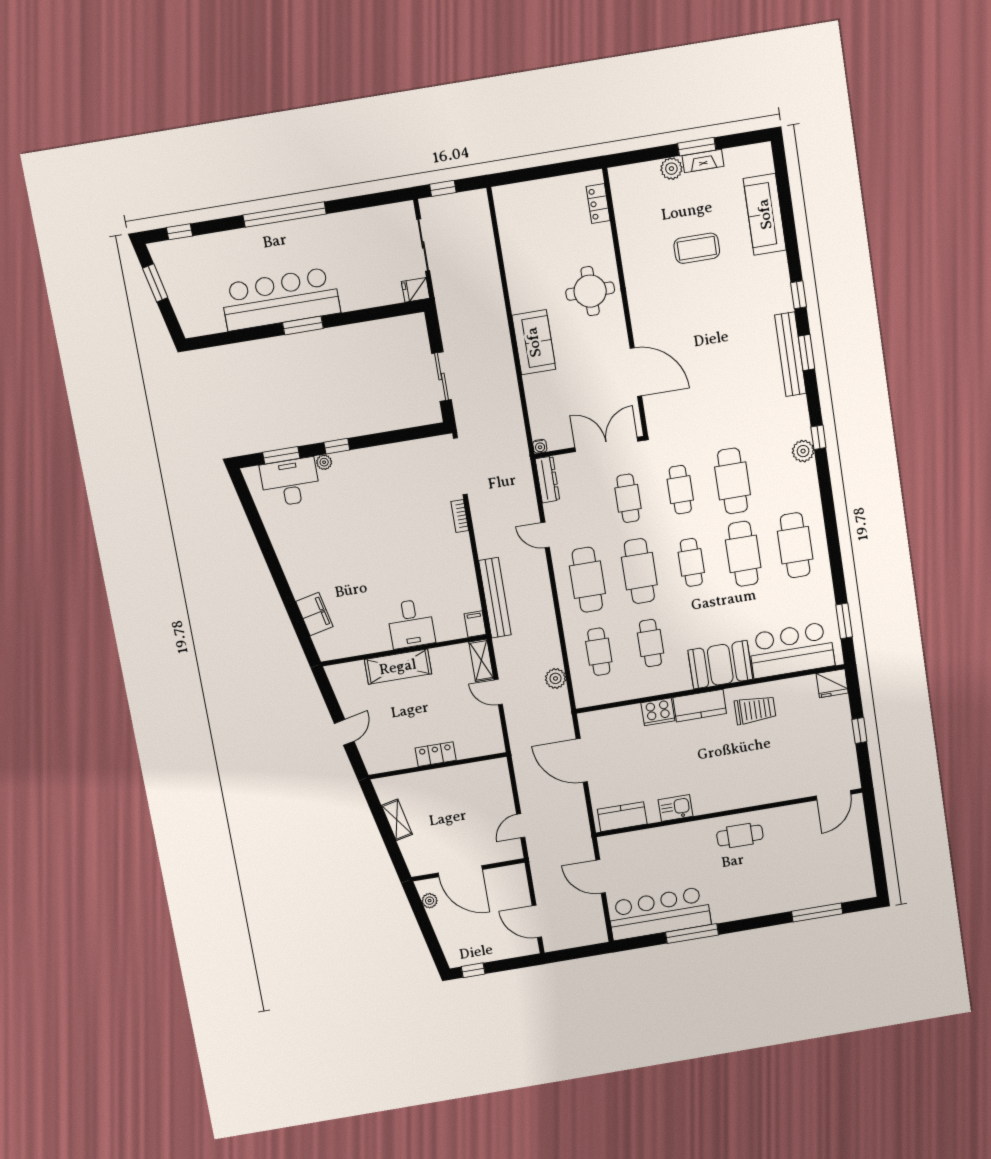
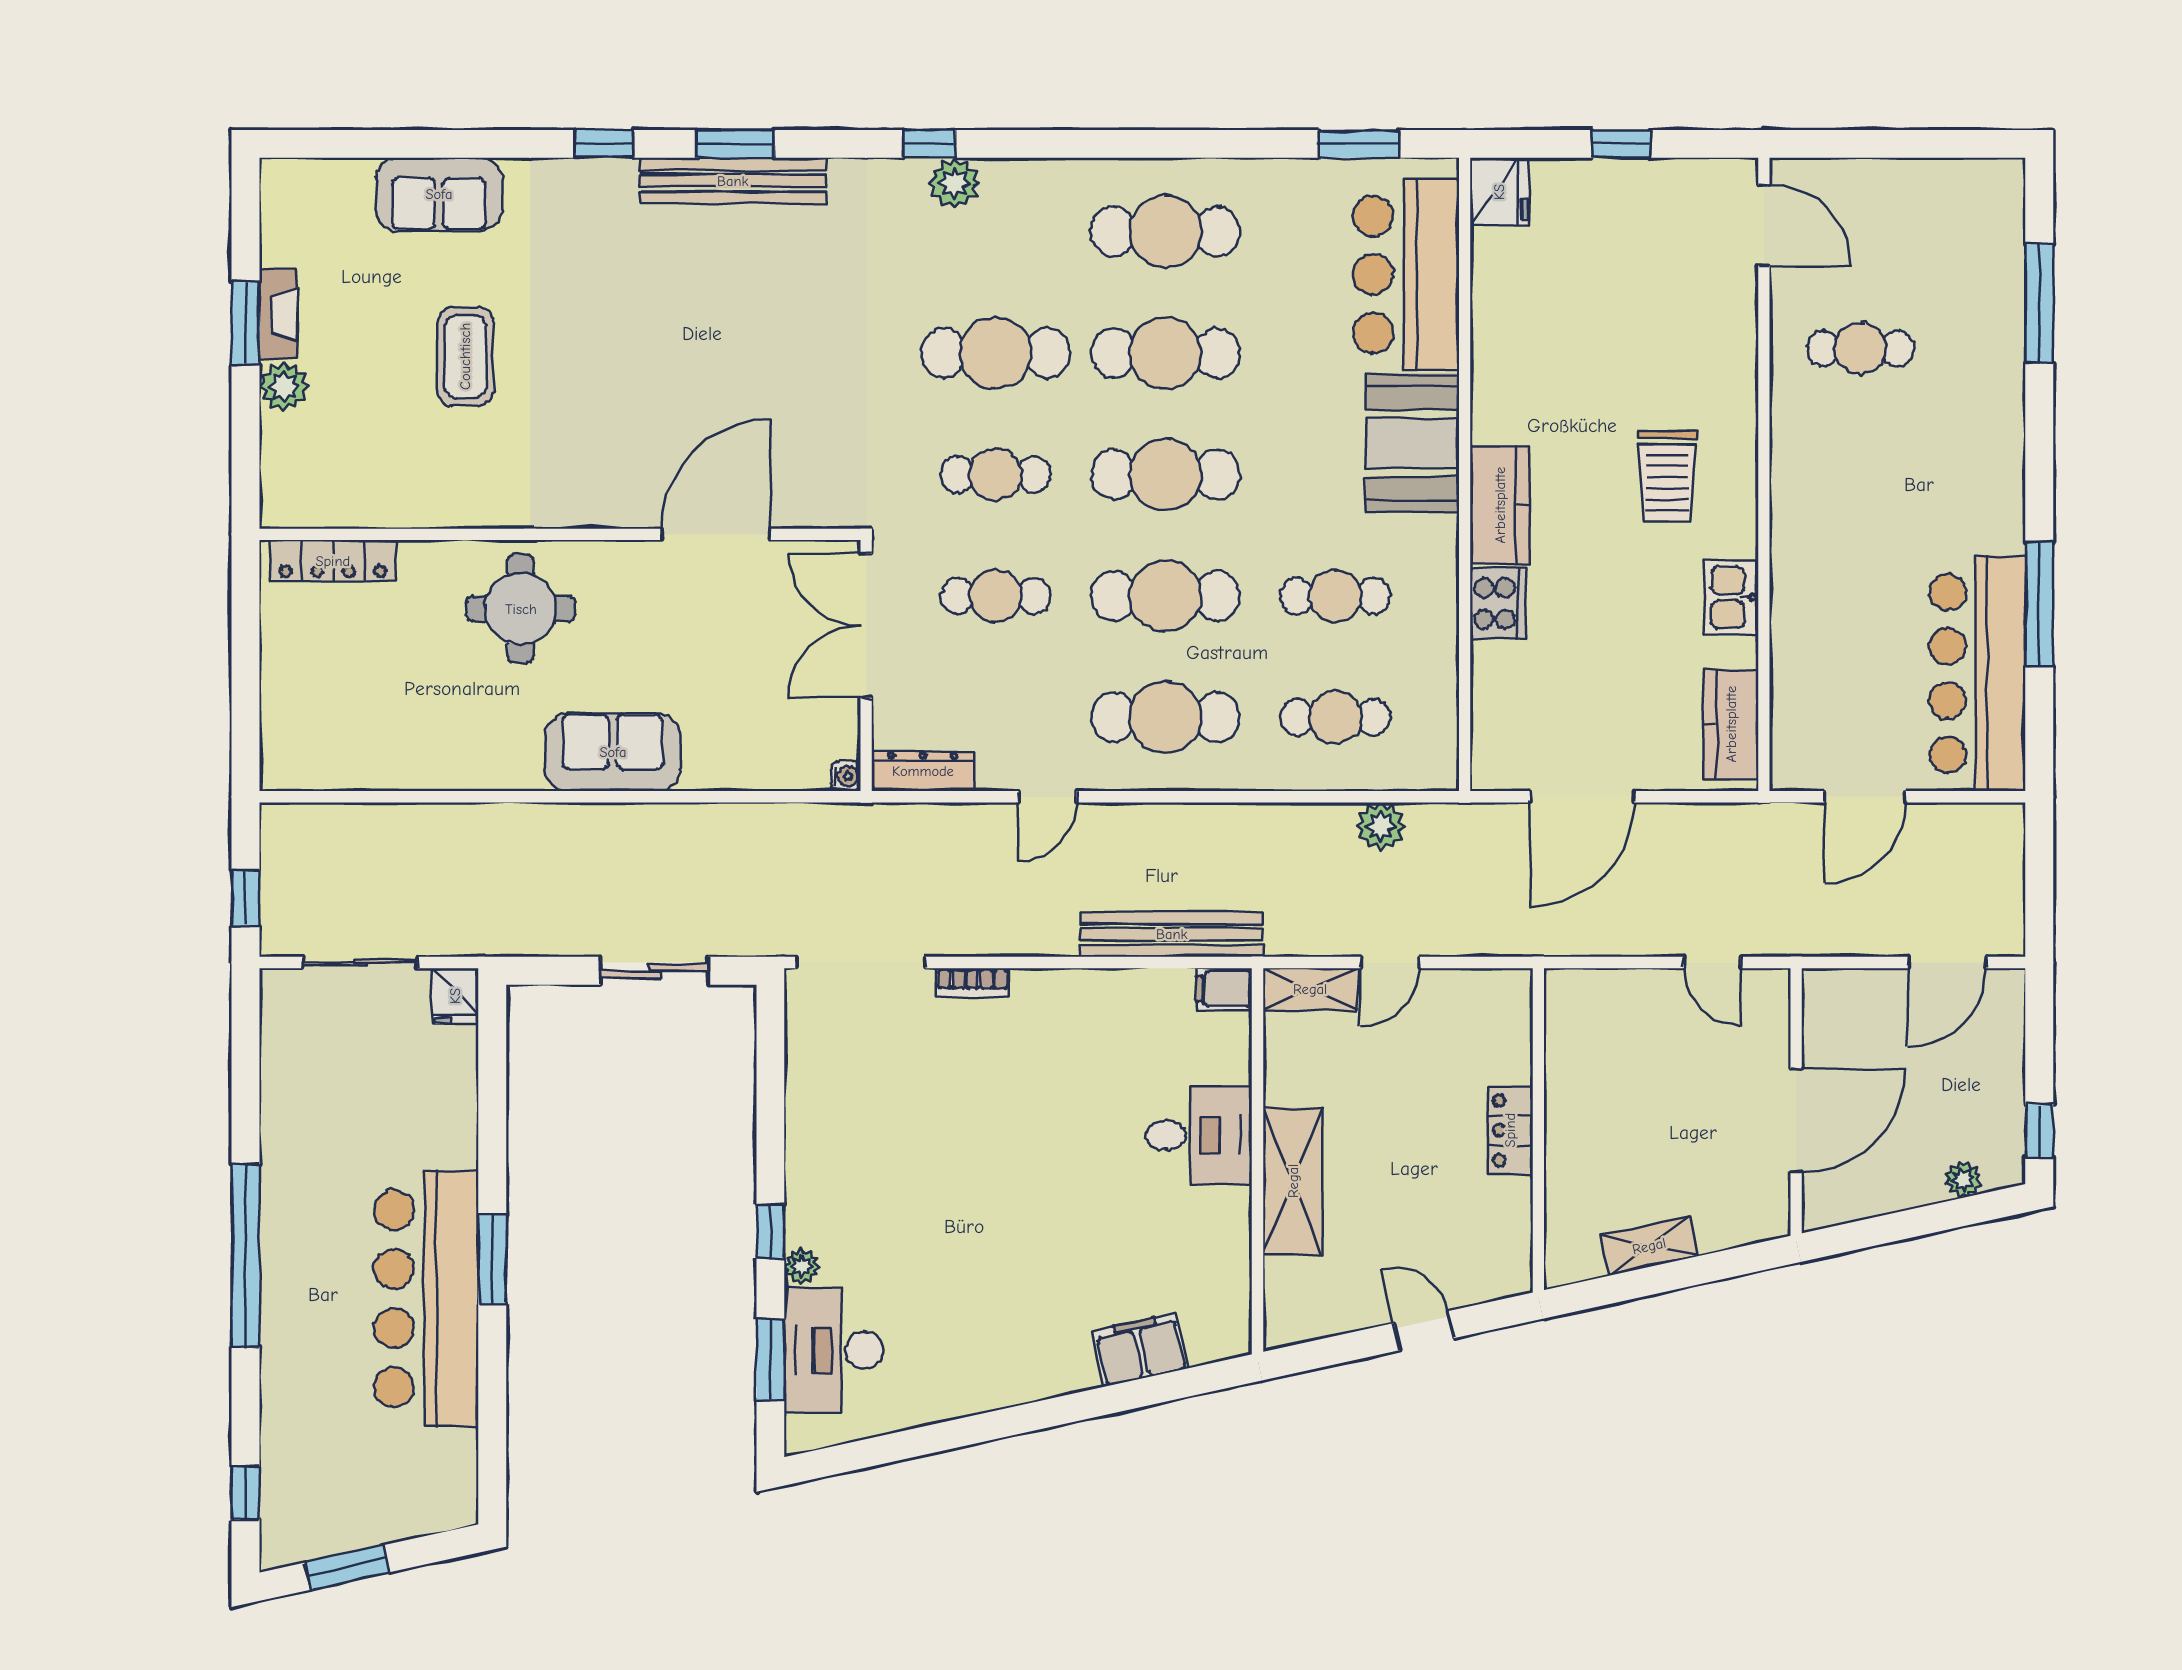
locker: (598, 204) -> (333, 561), width x1.53
sofa: (765, 214) -> (439, 194), width x0.73
cafe table: (691, 562) -> (1165, 474), width x1.37, depth x1.35
trolley: (755, 710) -> (1667, 476), moved, turned 180
cafe table: (740, 835) -> (1860, 348), moved, turned 90
plant: (430, 901) -> (1963, 1179), moved

